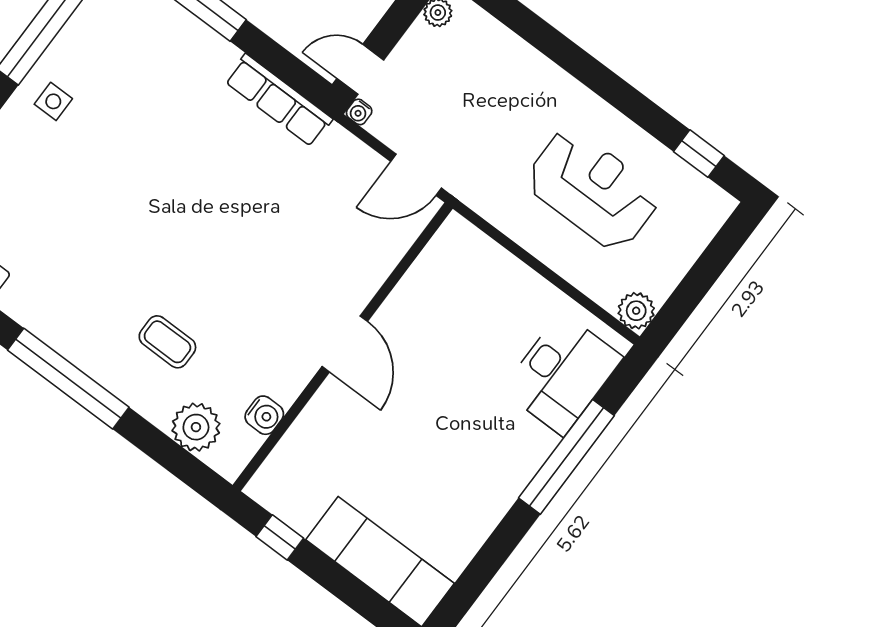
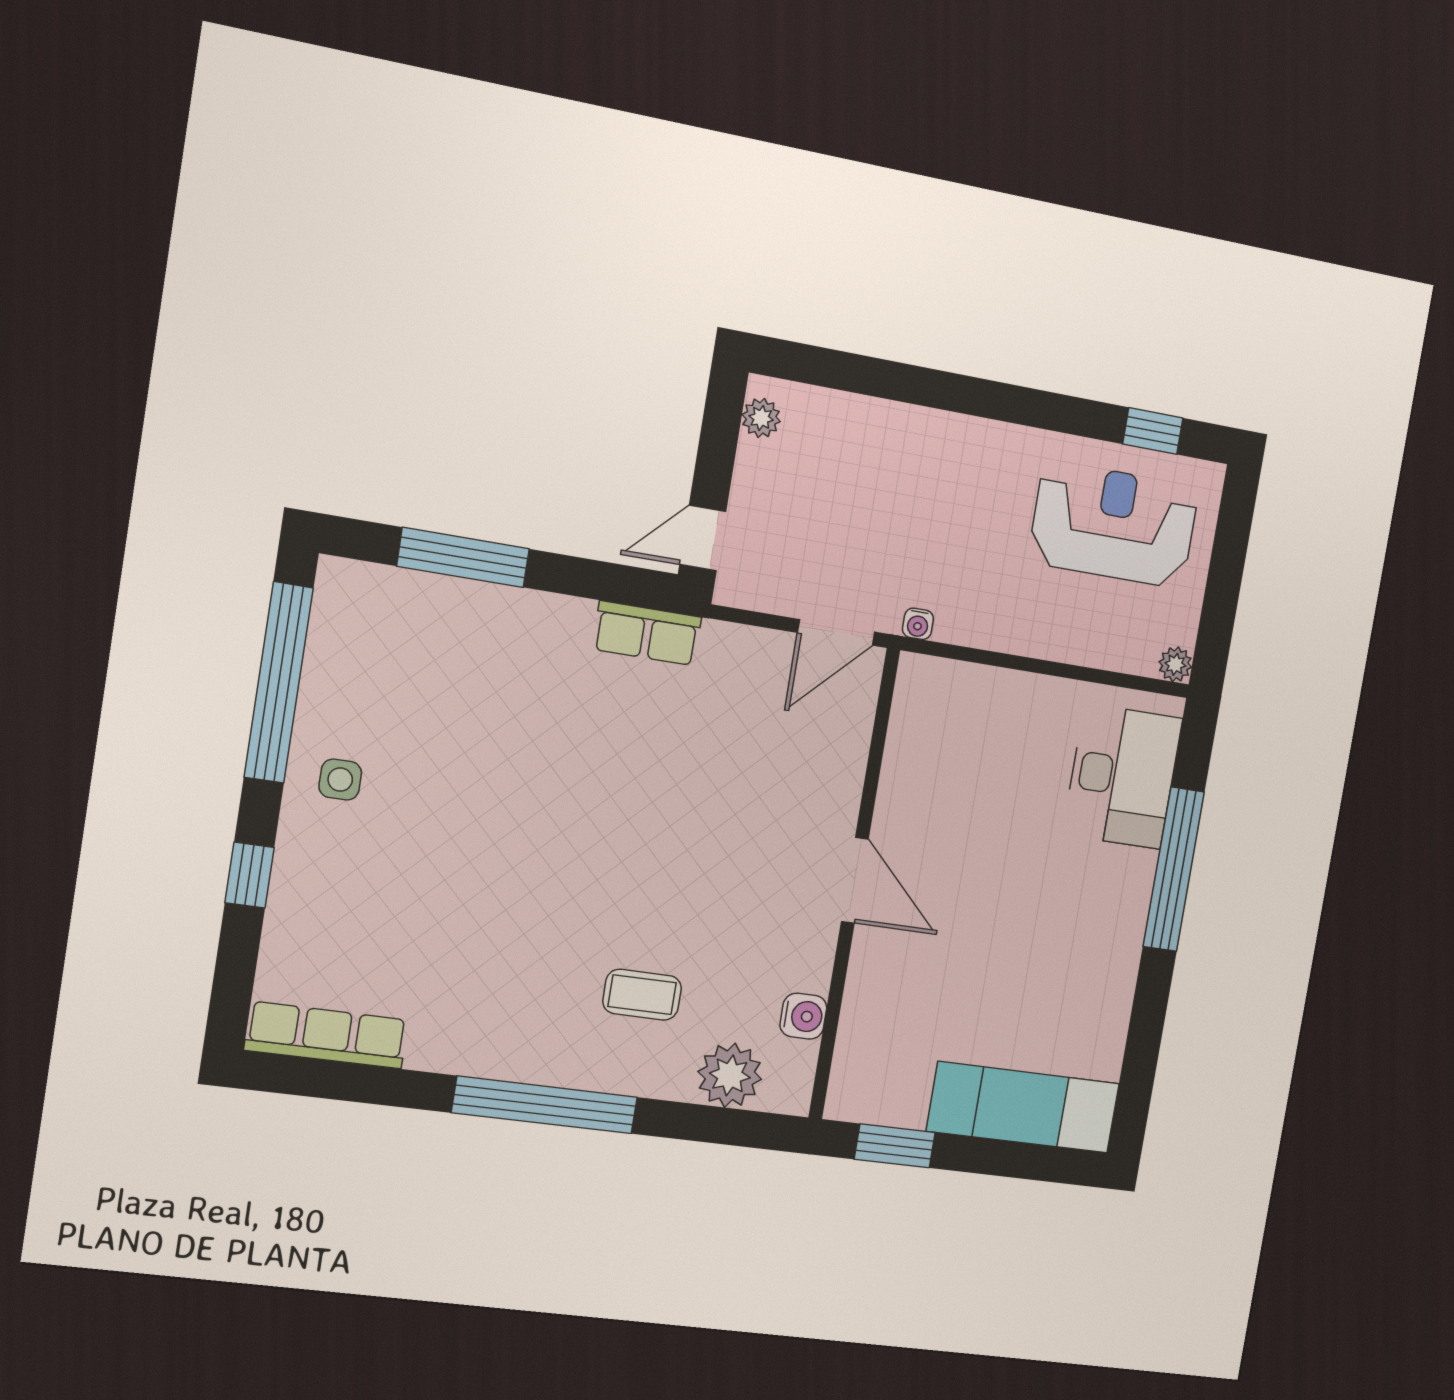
row of seats: (279, 100) -> (647, 633), width x0.68
water cooler: (359, 112) -> (918, 624), moved
reception desk: (593, 189) -> (1114, 524), moved
plant: (636, 311) -> (1175, 664), width x0.73, depth x0.73
window: (280, 537) -> (895, 1146), width x1.50

